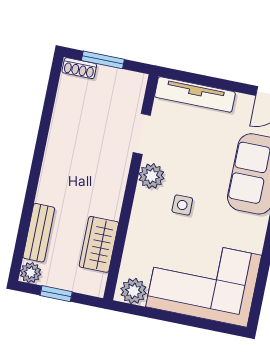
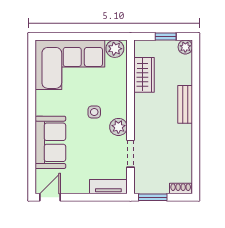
window: (103, 60) -> (153, 197), moved
tv unit: (195, 94) -> (108, 187), width x0.71
bench: (39, 233) -> (185, 104), moved

